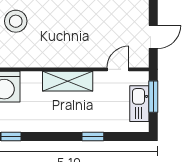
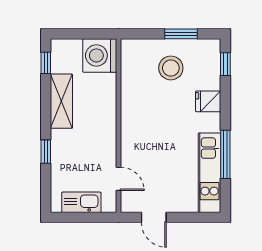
shelving: (68, 81) -> (61, 101), moved
window: (153, 97) -> (89, 217), removed

